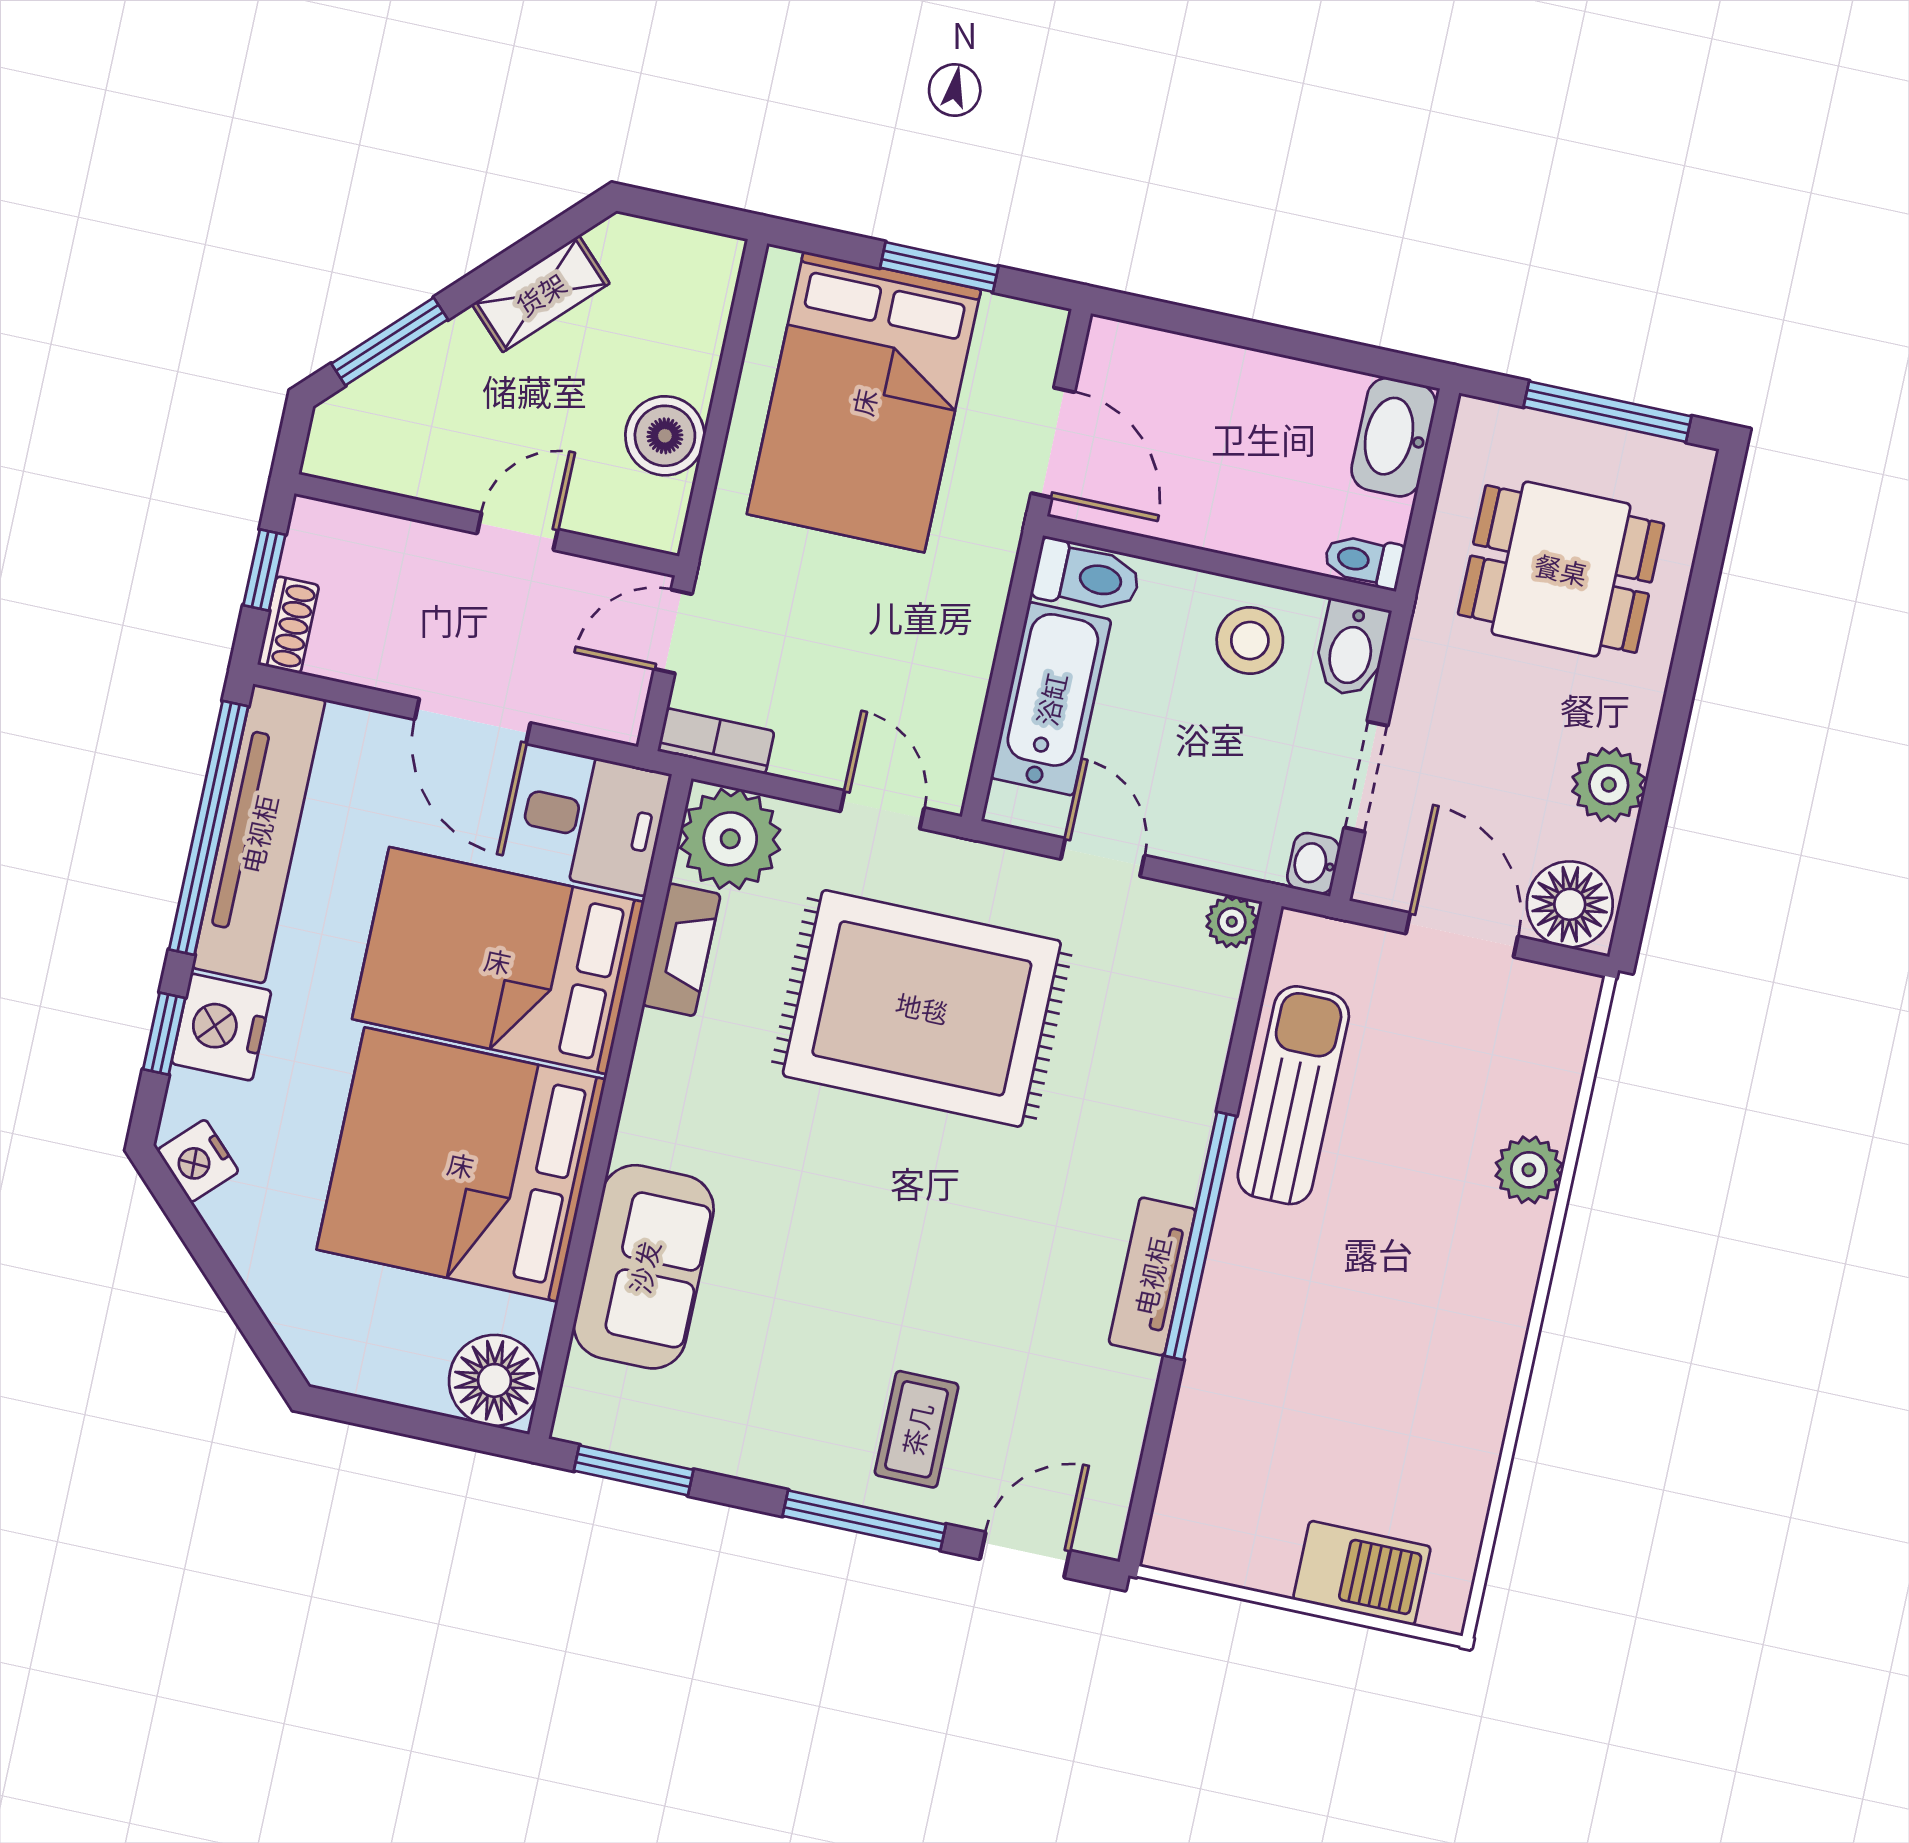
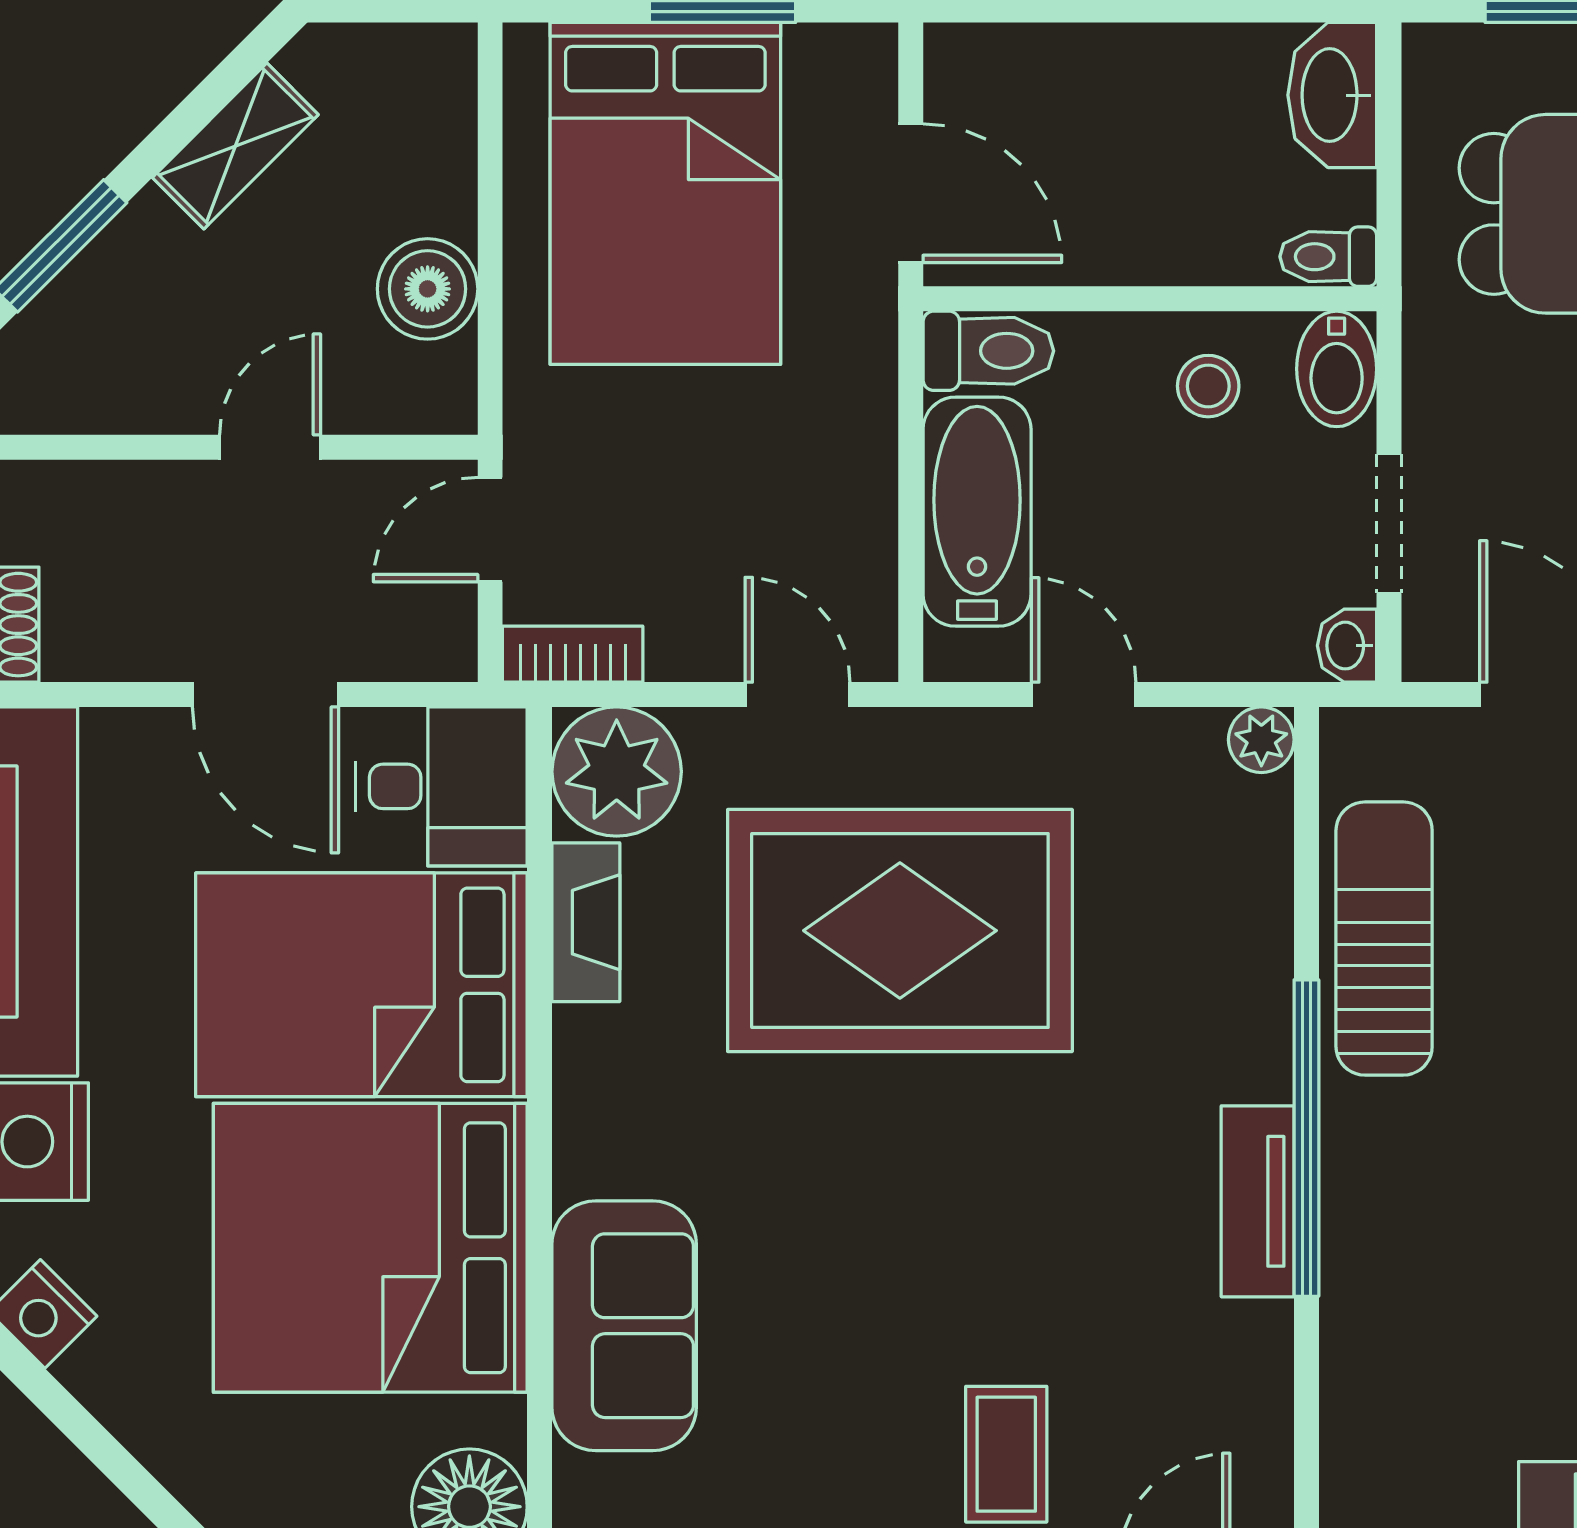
stool: (1250, 641) -> (1208, 386), width x0.73, depth x0.73

